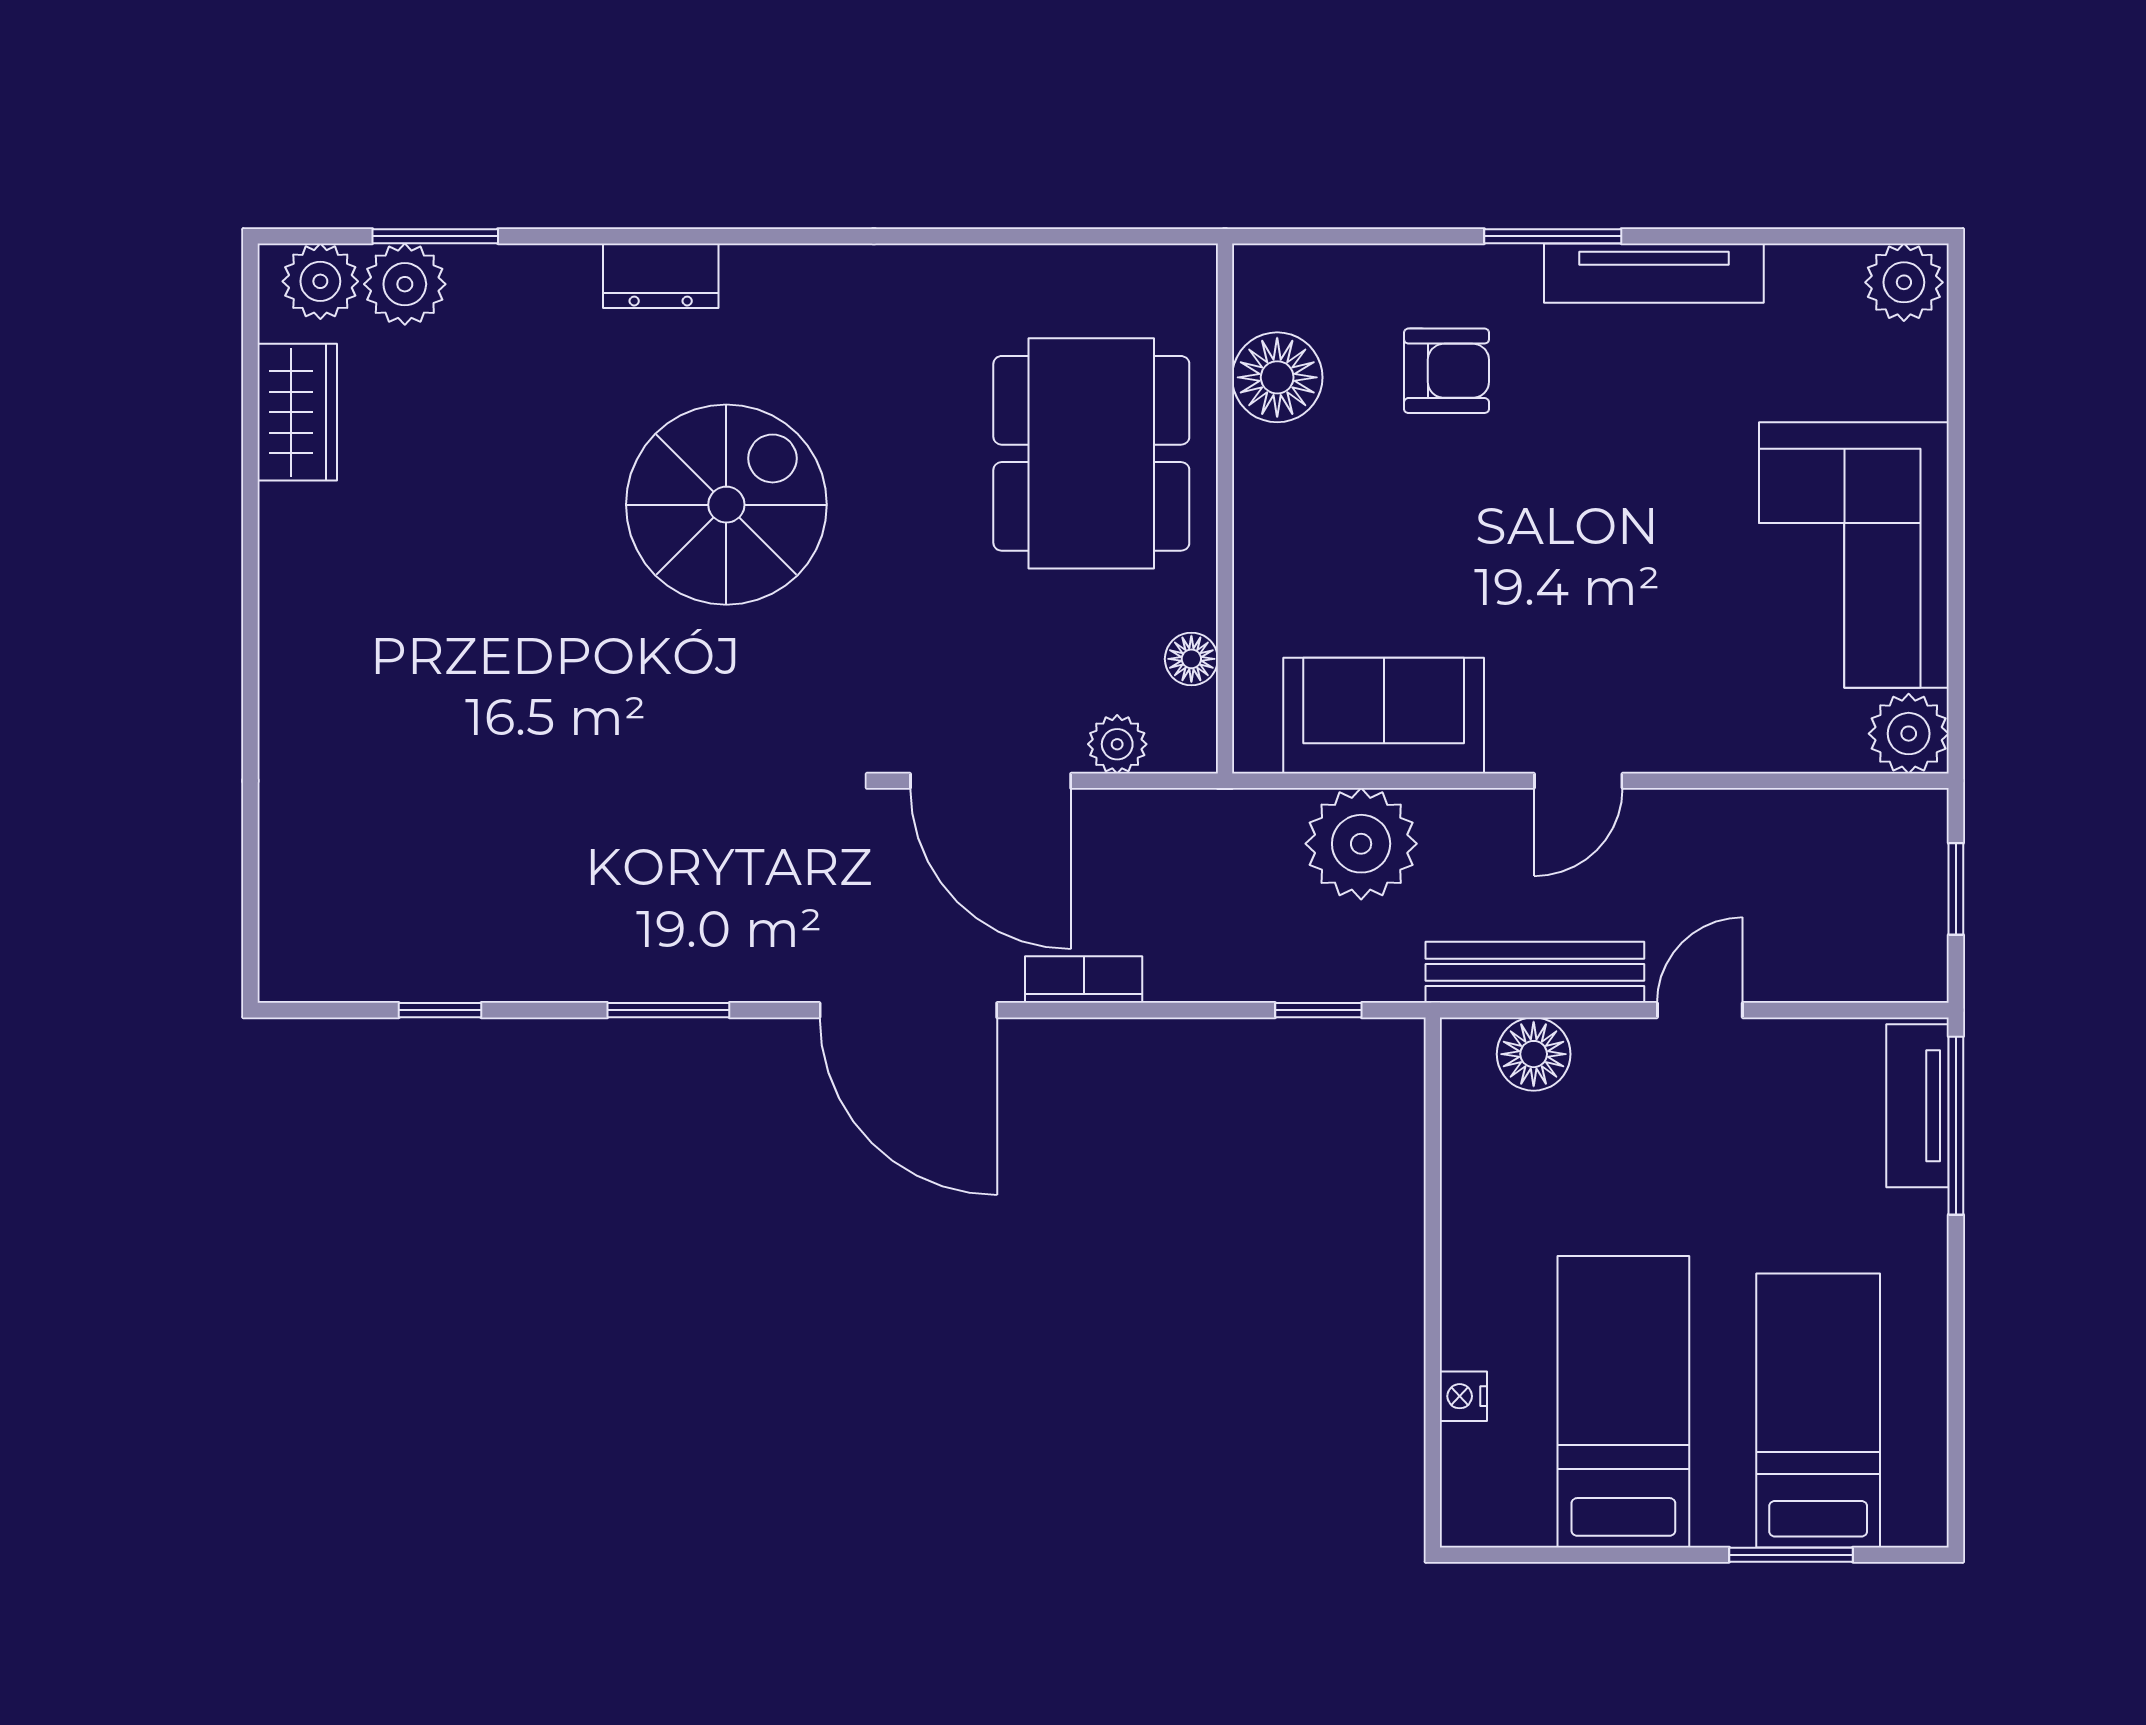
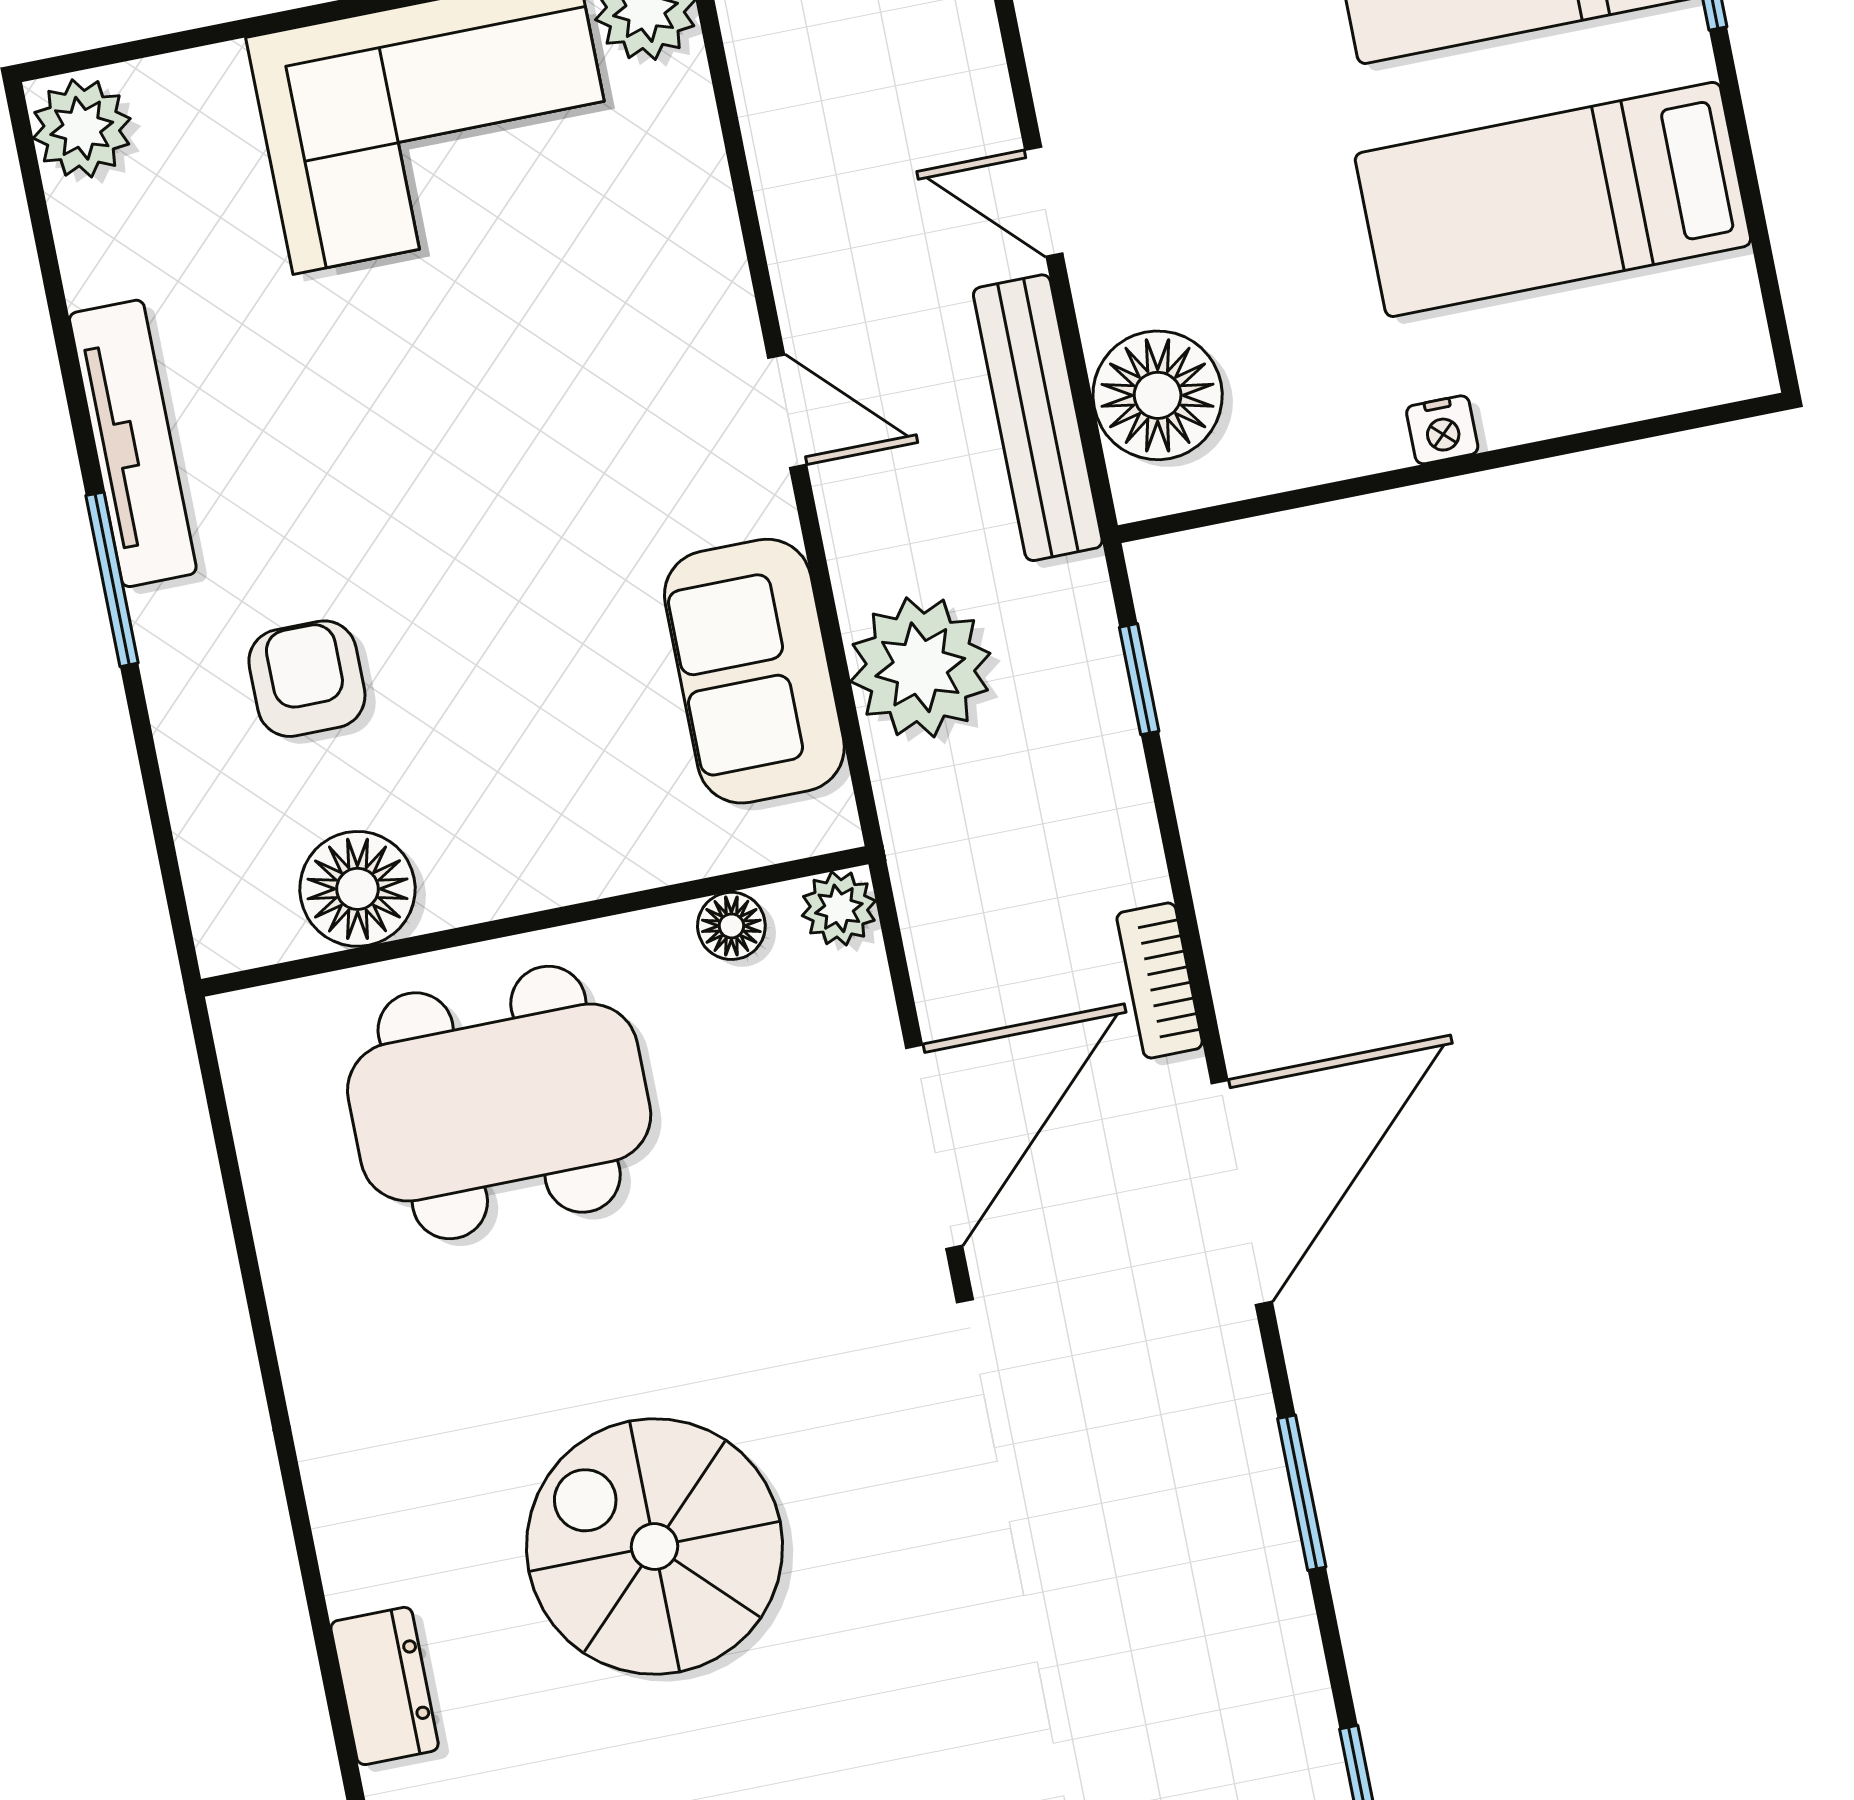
plant: (1117, 744) -> (839, 908), moved
floor lamp: (1534, 1054) -> (1158, 395), width x1.38, depth x1.38
nightstand: (1463, 1396) -> (1442, 430), moved

